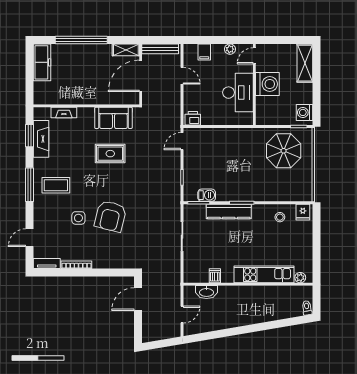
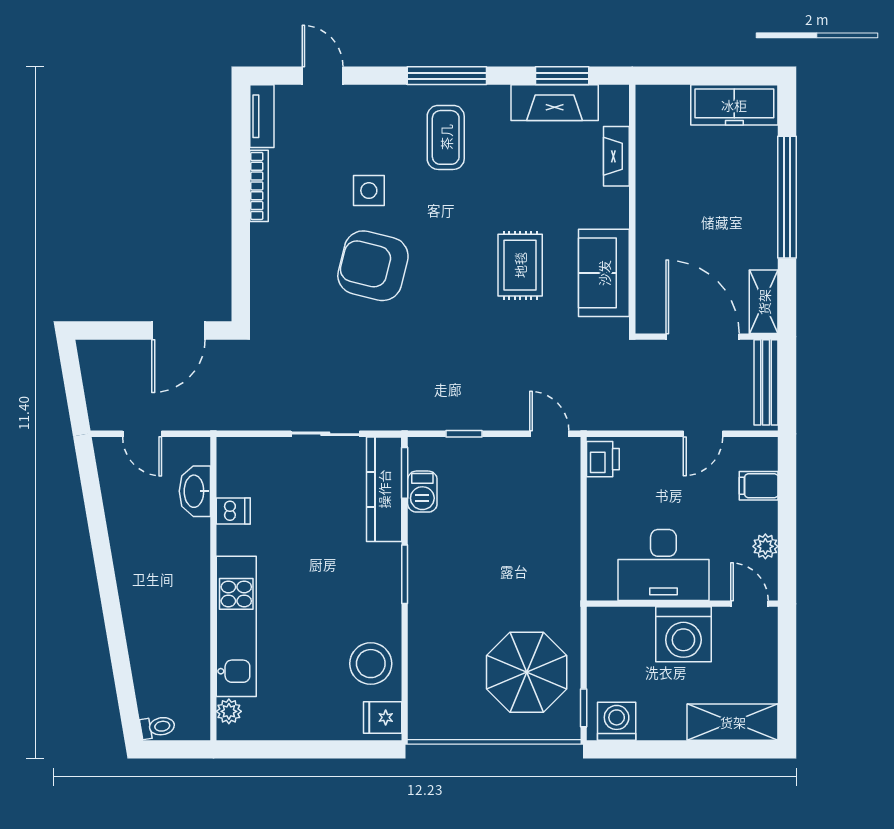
kitchen counter: (229, 211) -> (384, 489), moved
stool: (280, 217) -> (371, 664), width x1.89, depth x1.89
door: (138, 299) -> (178, 331), swing flipped

